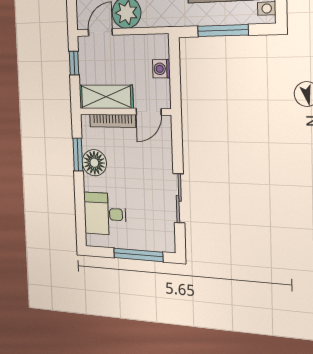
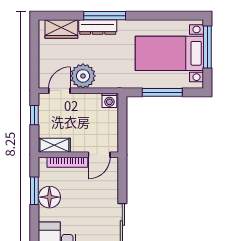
washing machine: (161, 69) -> (109, 100), moved, turned -90
shelving: (106, 97) -> (54, 145), width x0.67, depth x0.75

